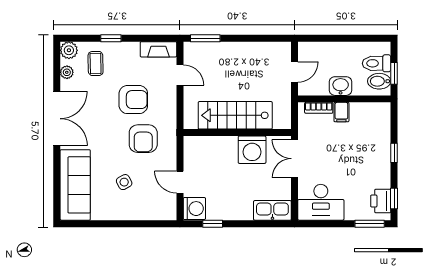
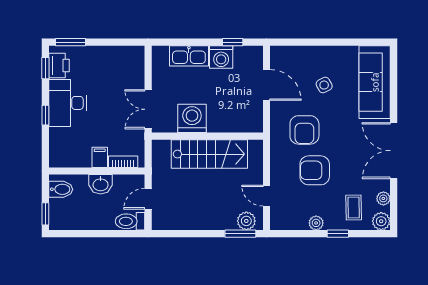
plant: (132, 49) -> (316, 223), added
fireplace: (158, 49) -> (289, 222), removed
plant: (199, 51) -> (246, 221), added
toilet: (377, 63) -> (130, 221), moved, turned 180
window: (394, 73) -> (45, 214), moved
armchair: (143, 139) -> (304, 130), turned 180
double door: (295, 159) -> (148, 109), swing flipped
door: (180, 182) -> (266, 85), width x1.38
desk: (321, 202) -> (67, 103), moved, turned -90
washing machine: (194, 209) -> (221, 57), moved, turned -90
kitchen sink: (272, 210) -> (189, 56), moved

